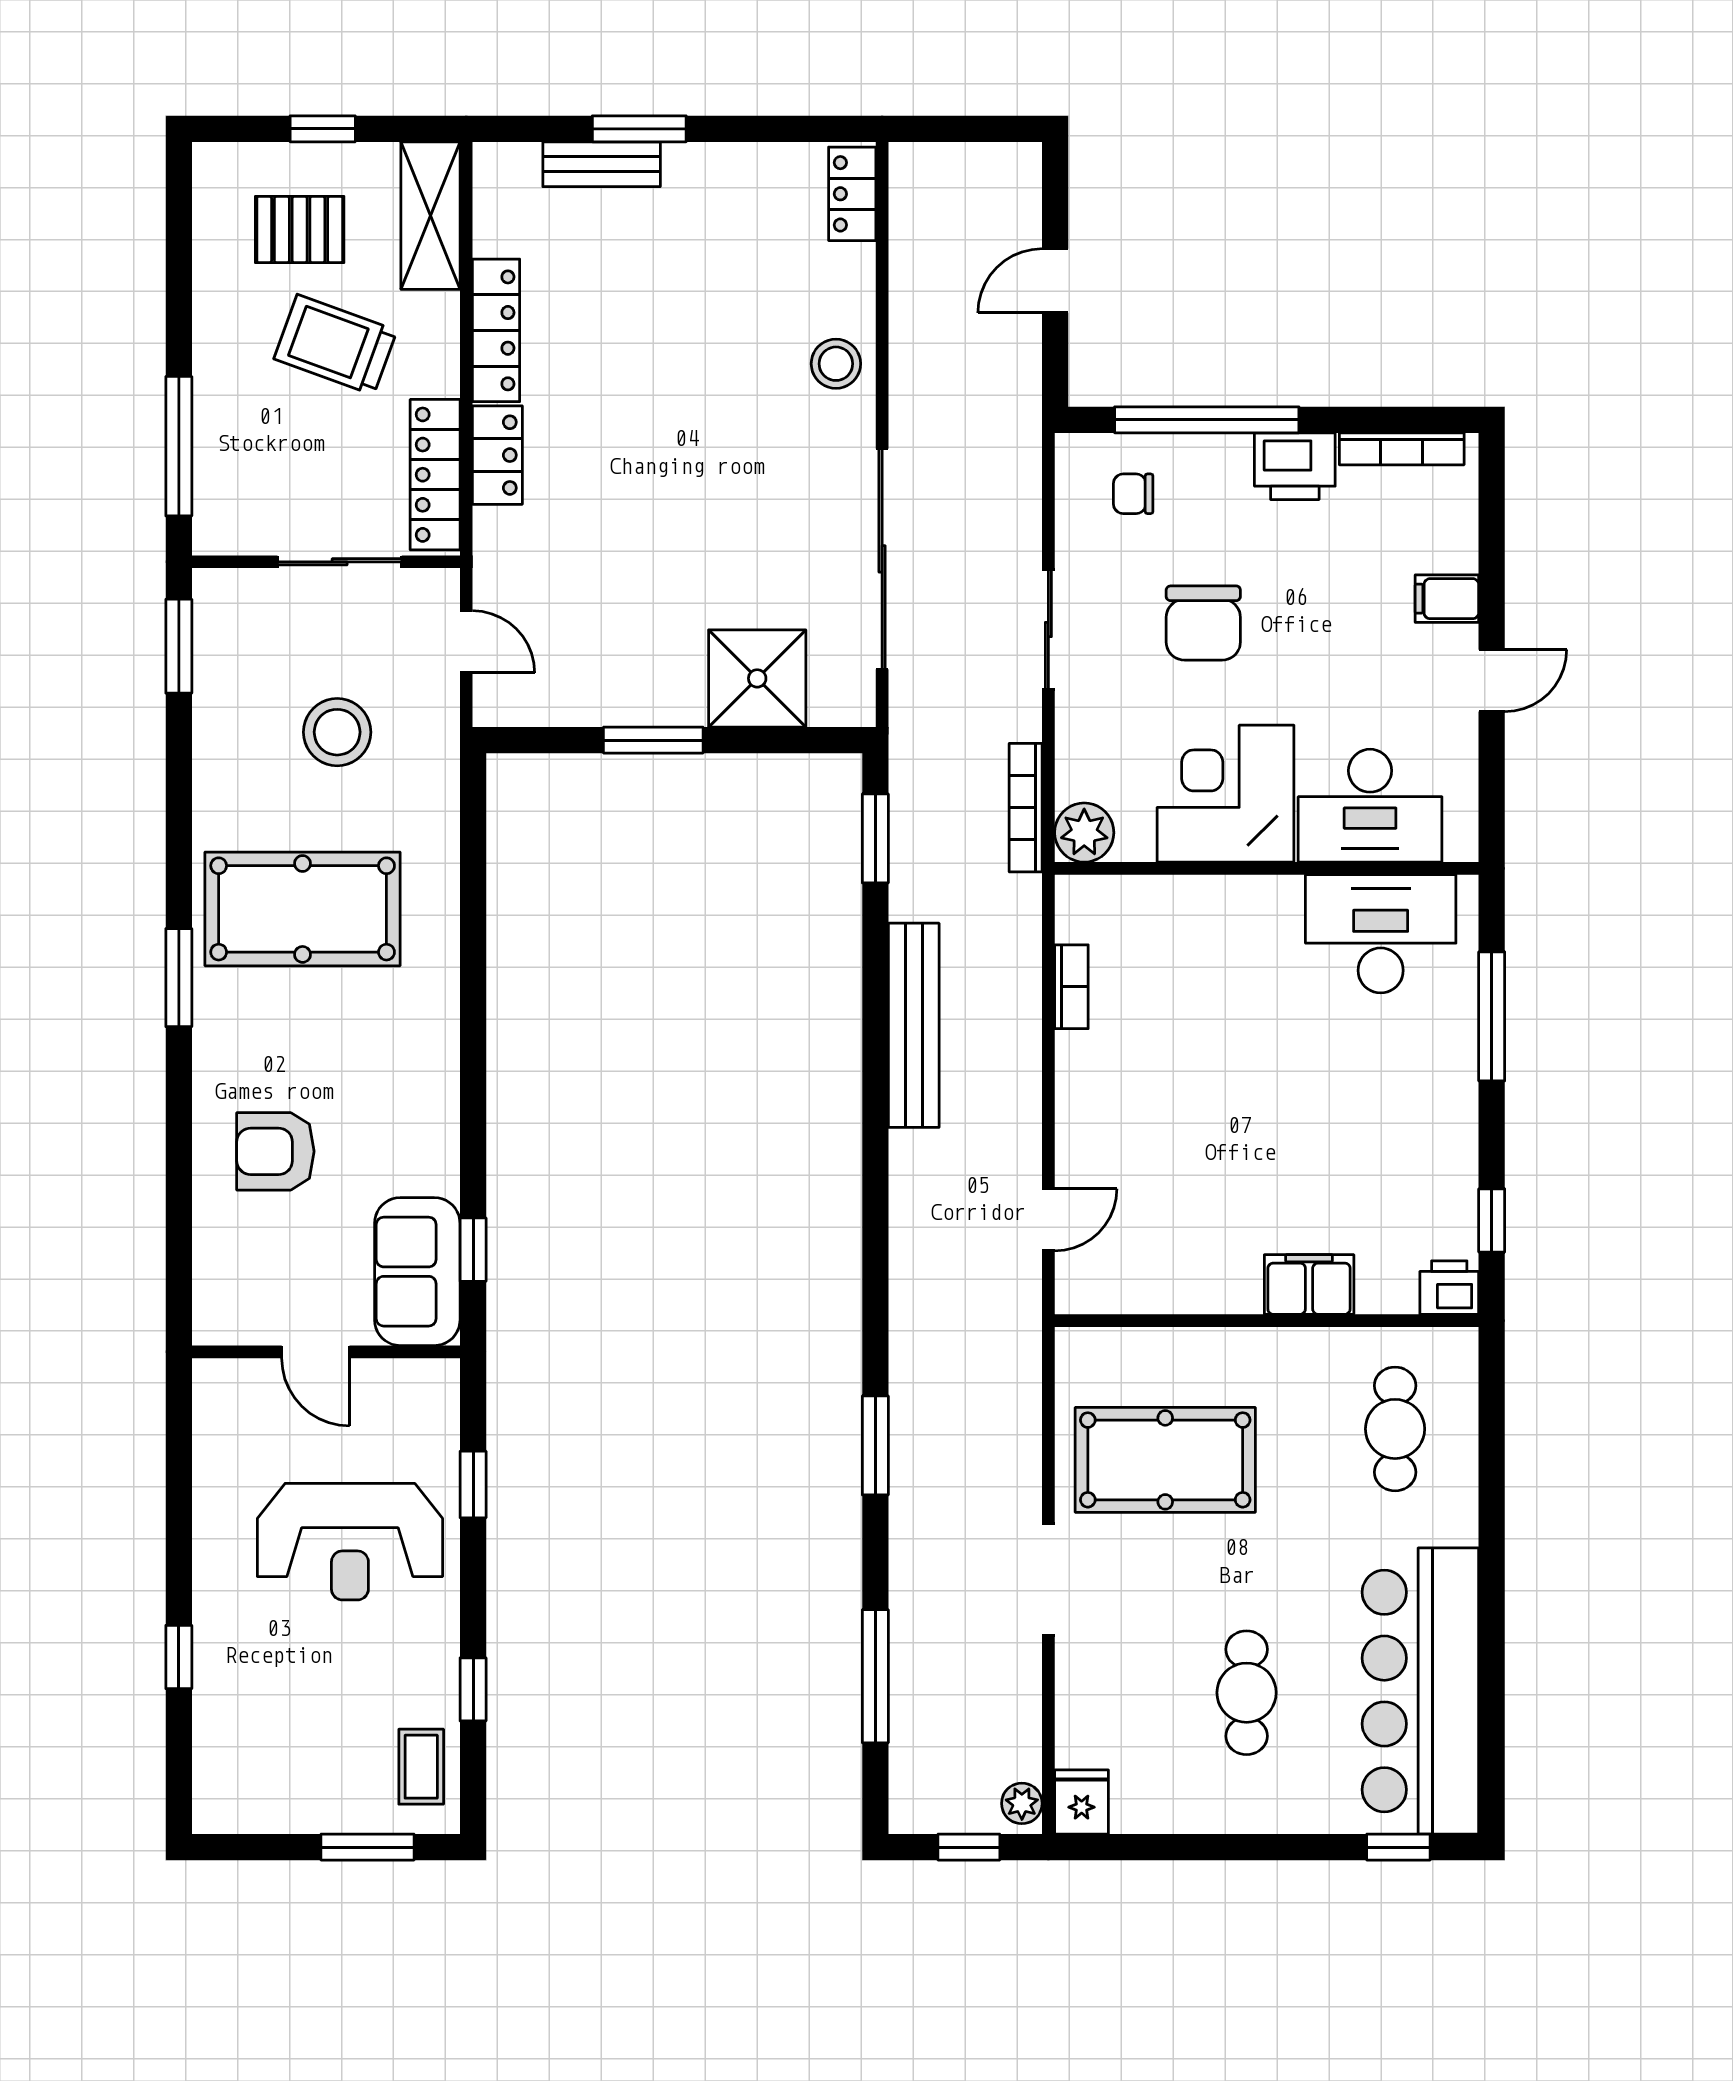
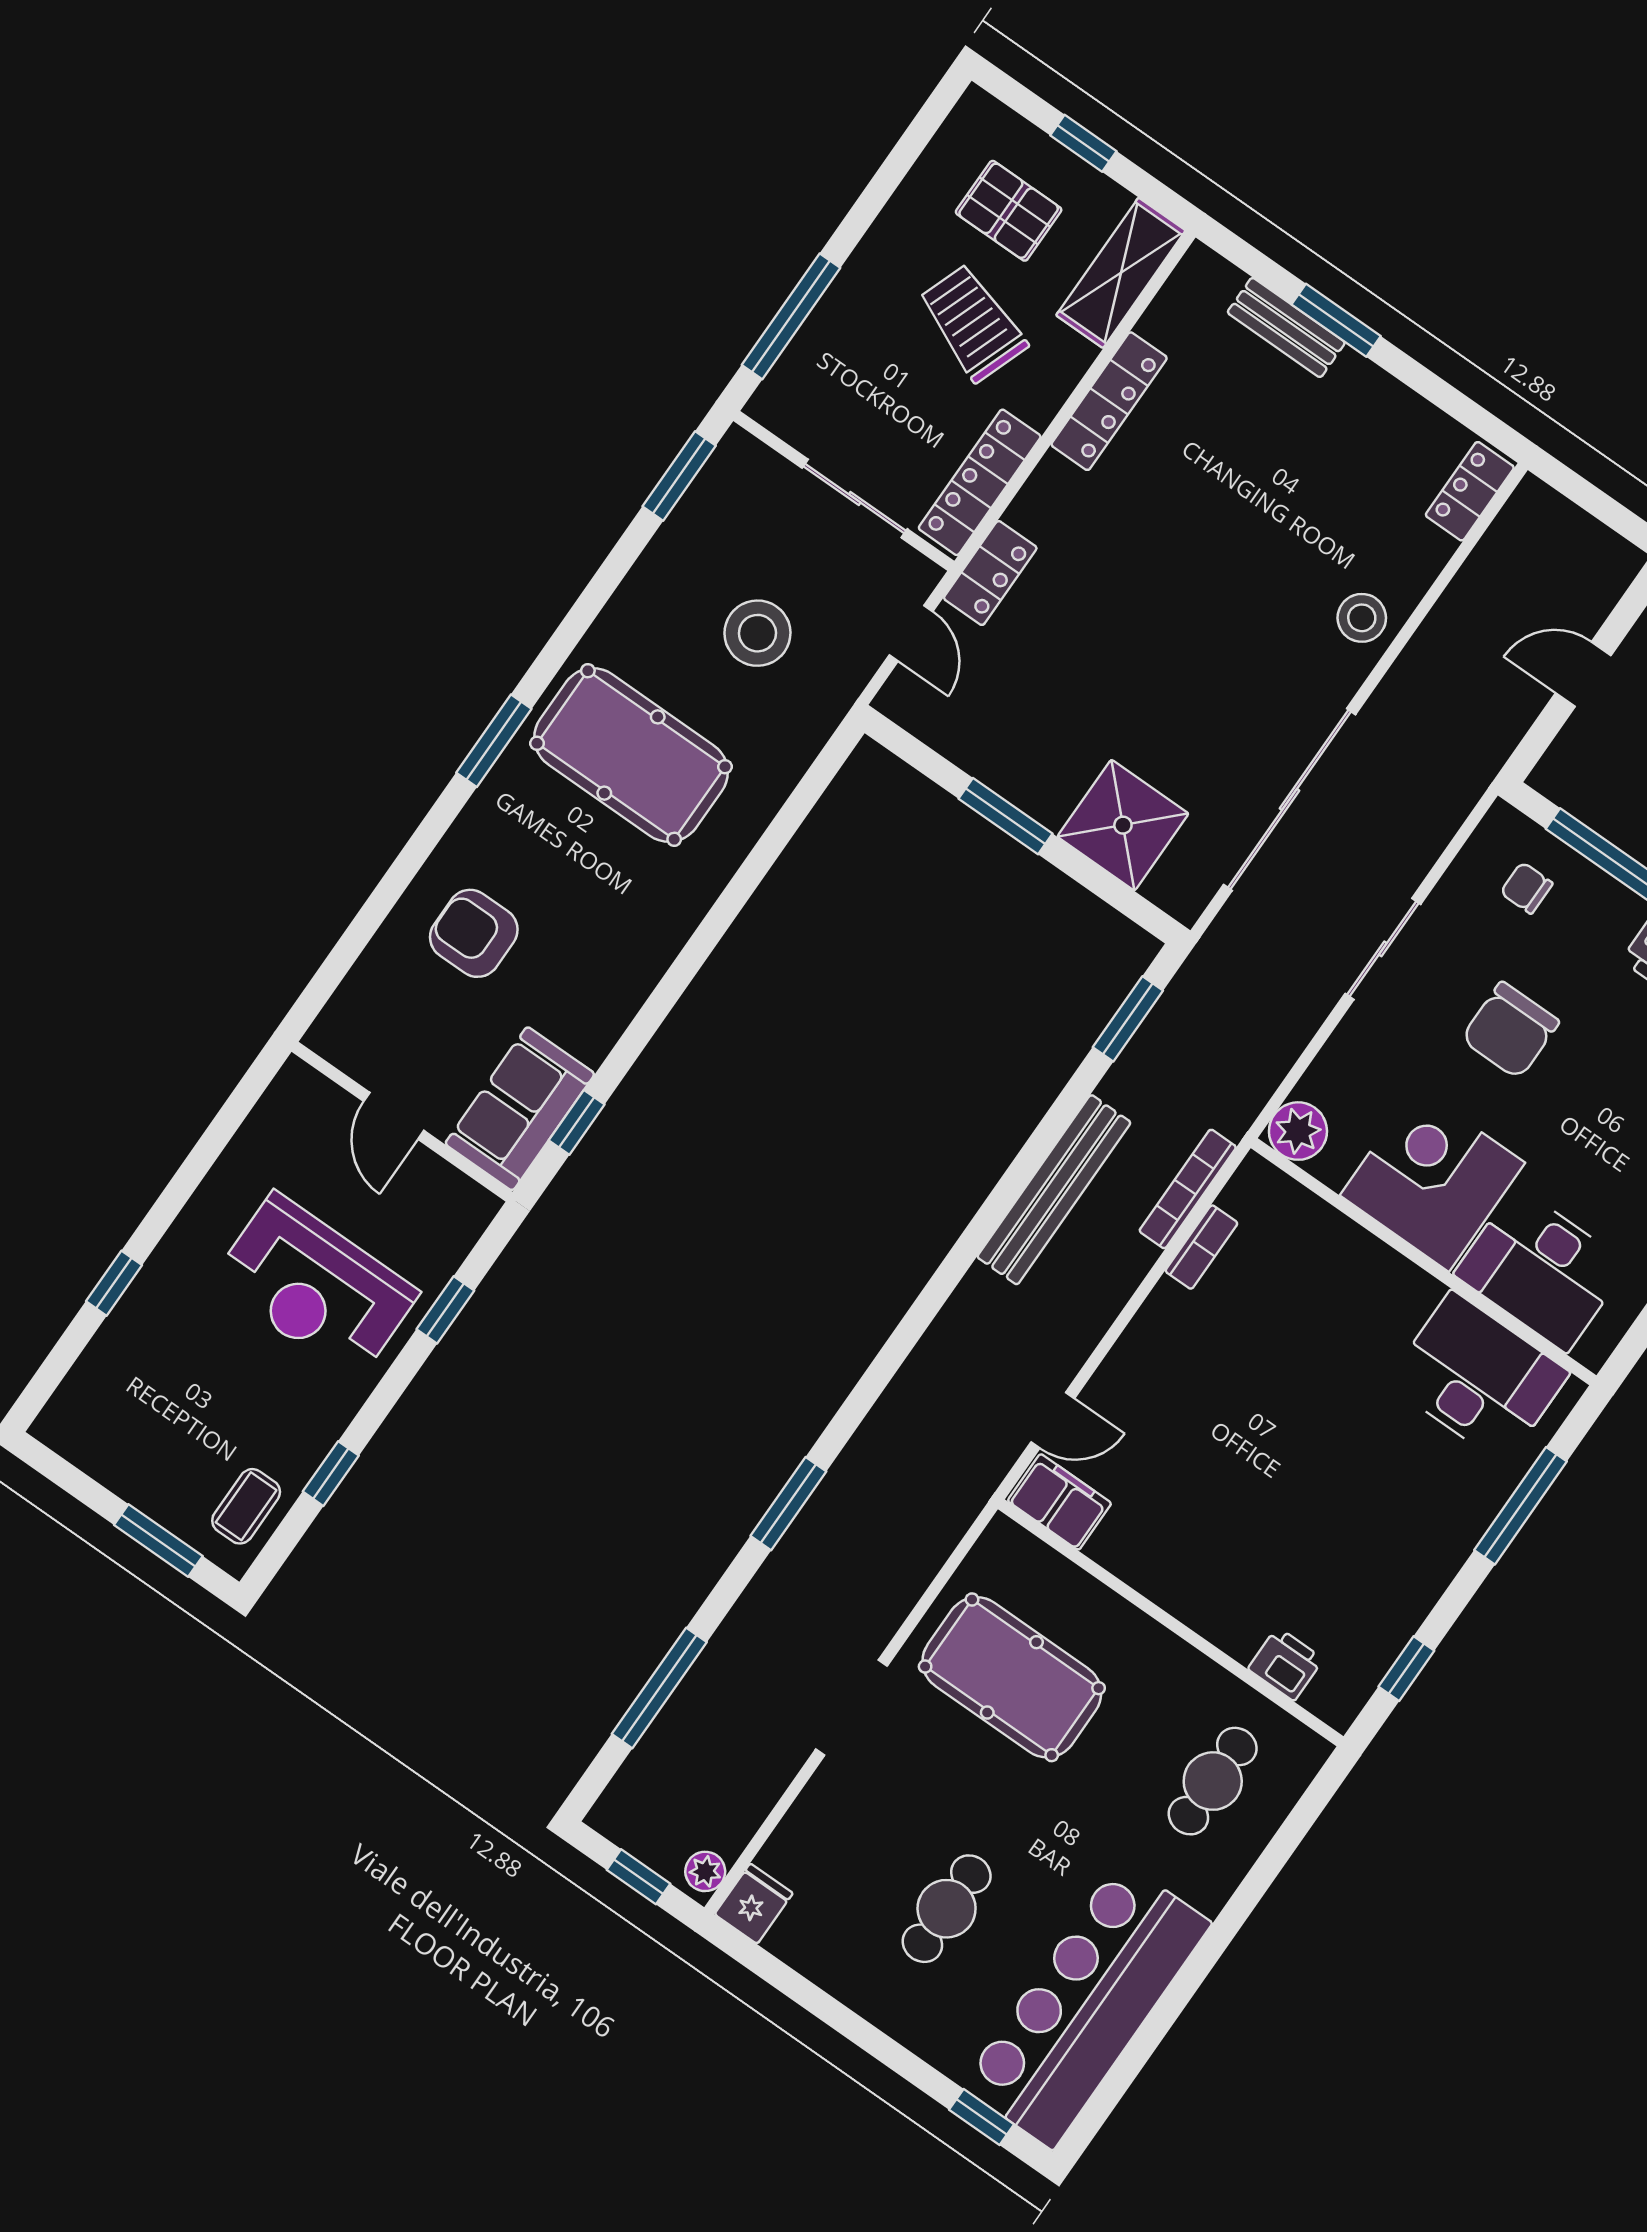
locker: (497, 455) -> (990, 573), moved
bookcase: (1026, 808) -> (1188, 1189), moved
filing cabinet: (1309, 1285) -> (1059, 1502), moved
printer: (1449, 1288) -> (1286, 1664), moved

